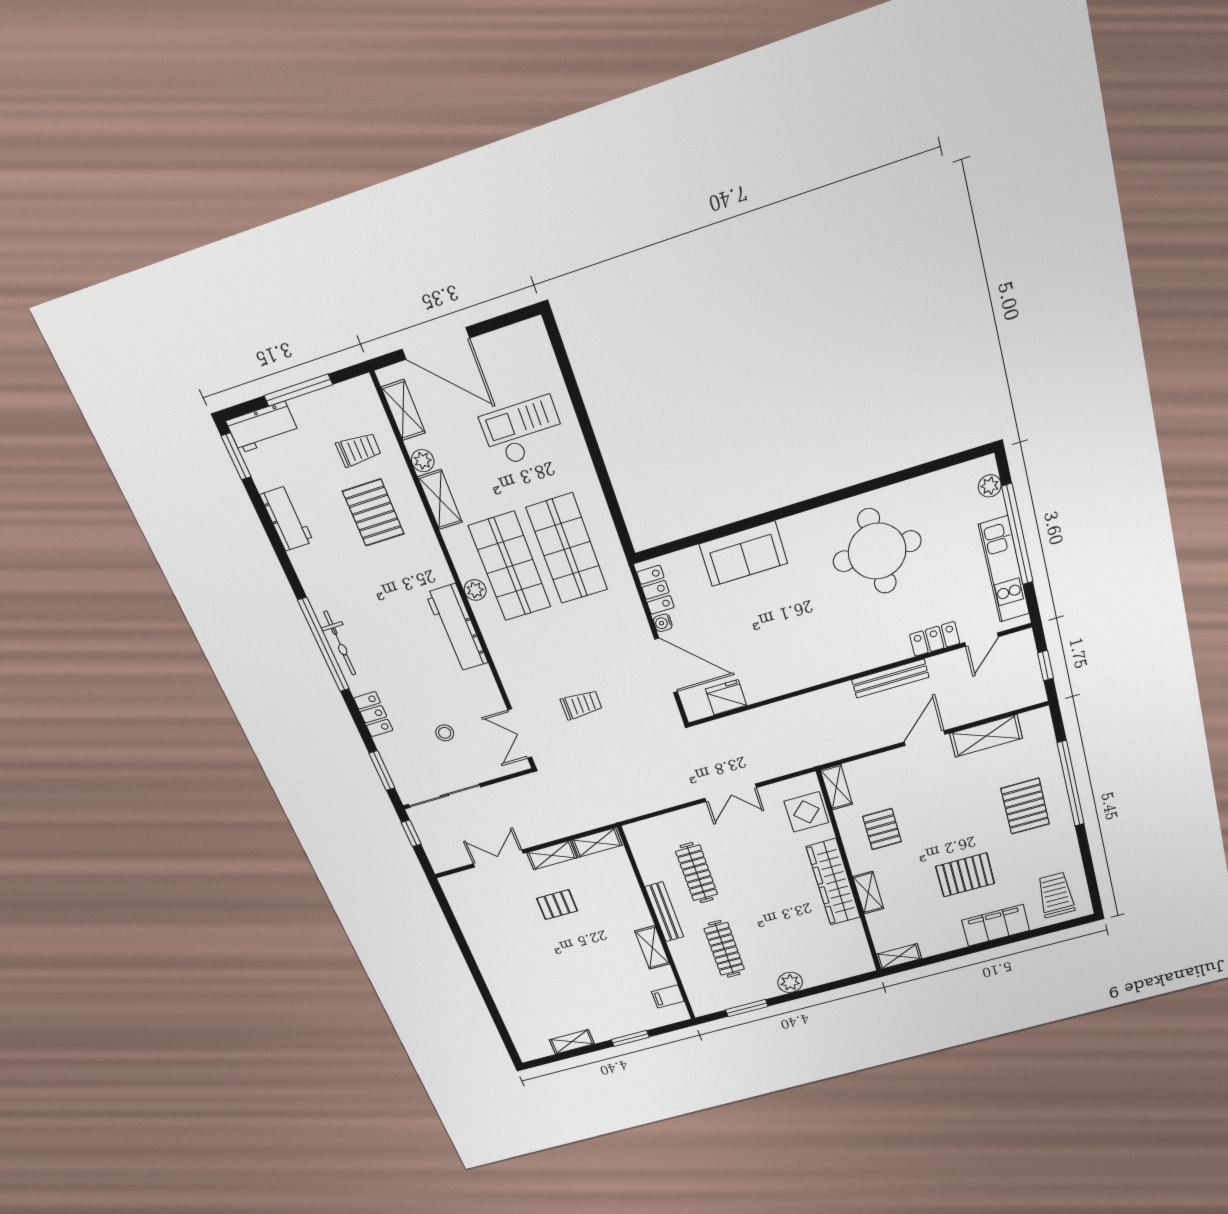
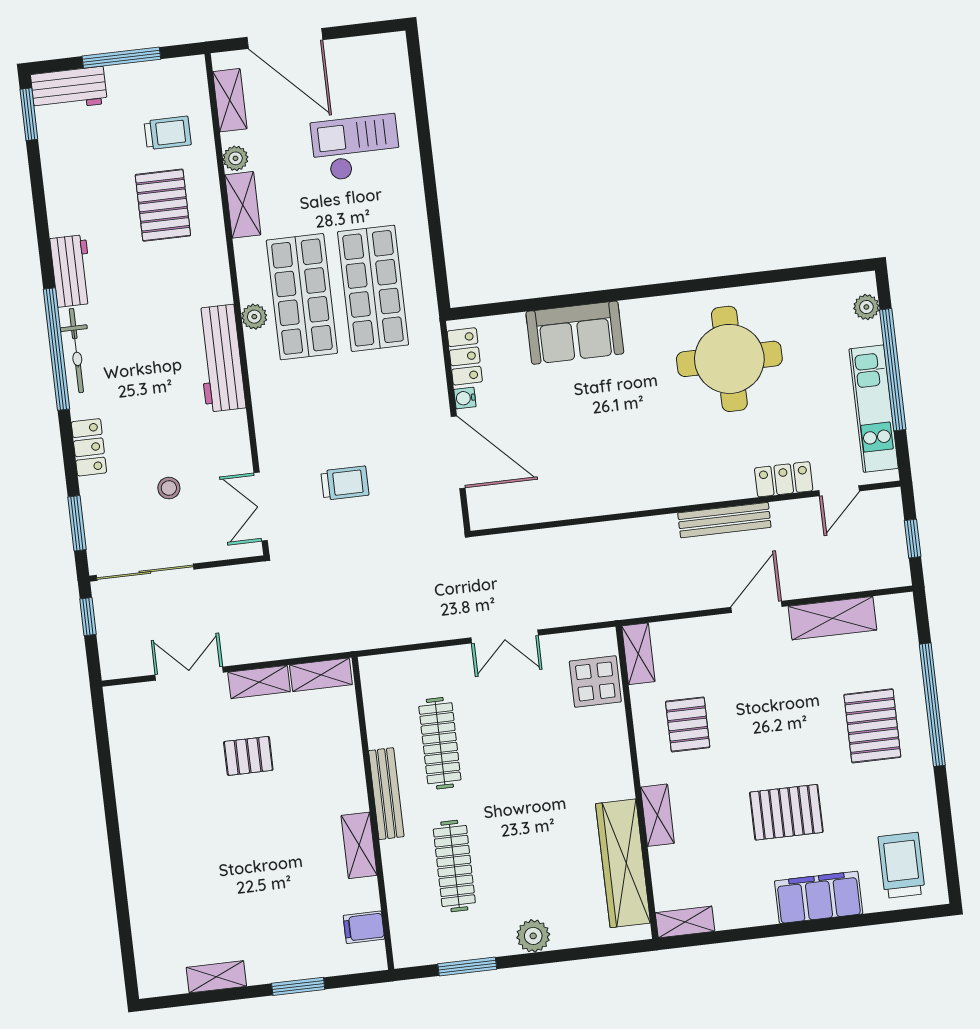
workbench: (287, 518) -> (72, 271), moved
fridge: (726, 697) -> (522, 507), removed
wardrobe: (833, 882) -> (623, 863), moved

